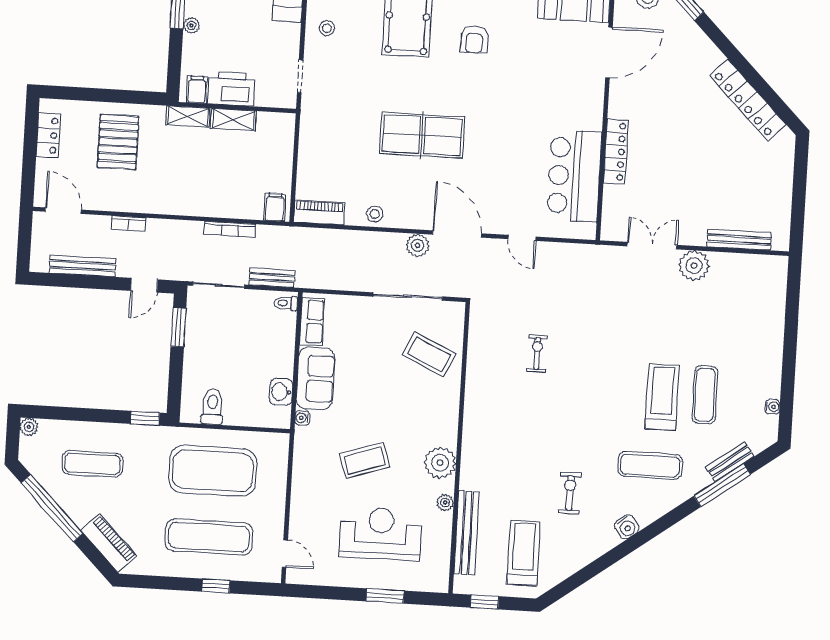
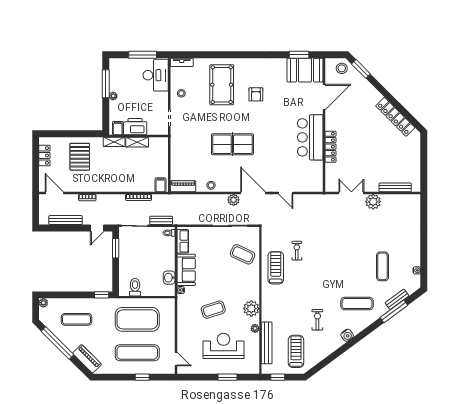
bar counter: (574, 176) -> (310, 137), moved
treadmill: (662, 397) -> (276, 268), moved

